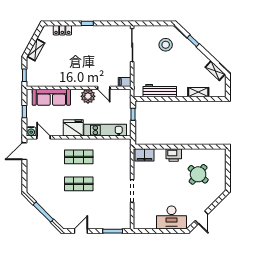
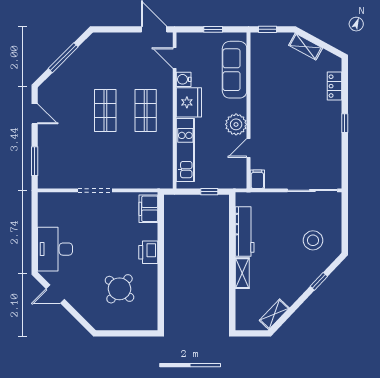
shelving: (198, 92) -> (242, 273), moved
water cooler: (31, 131) -> (184, 79), moved
door: (44, 137) -> (175, 58), swing flipped

